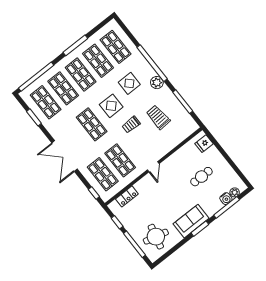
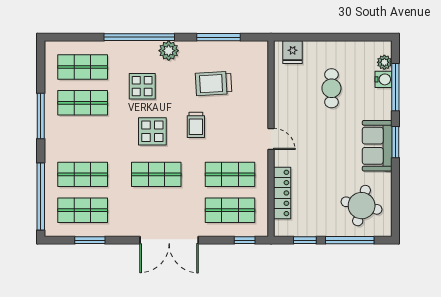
shop shelf: (81, 75) -> (83, 139), removed
locker: (127, 196) -> (282, 193), width x1.53

